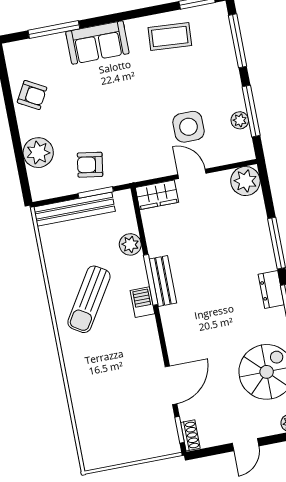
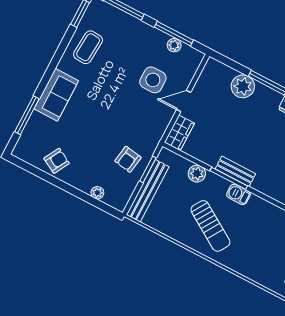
plant: (38, 153) -> (97, 193), width x0.53, depth x0.53
plant: (245, 181) -> (243, 86), moved

